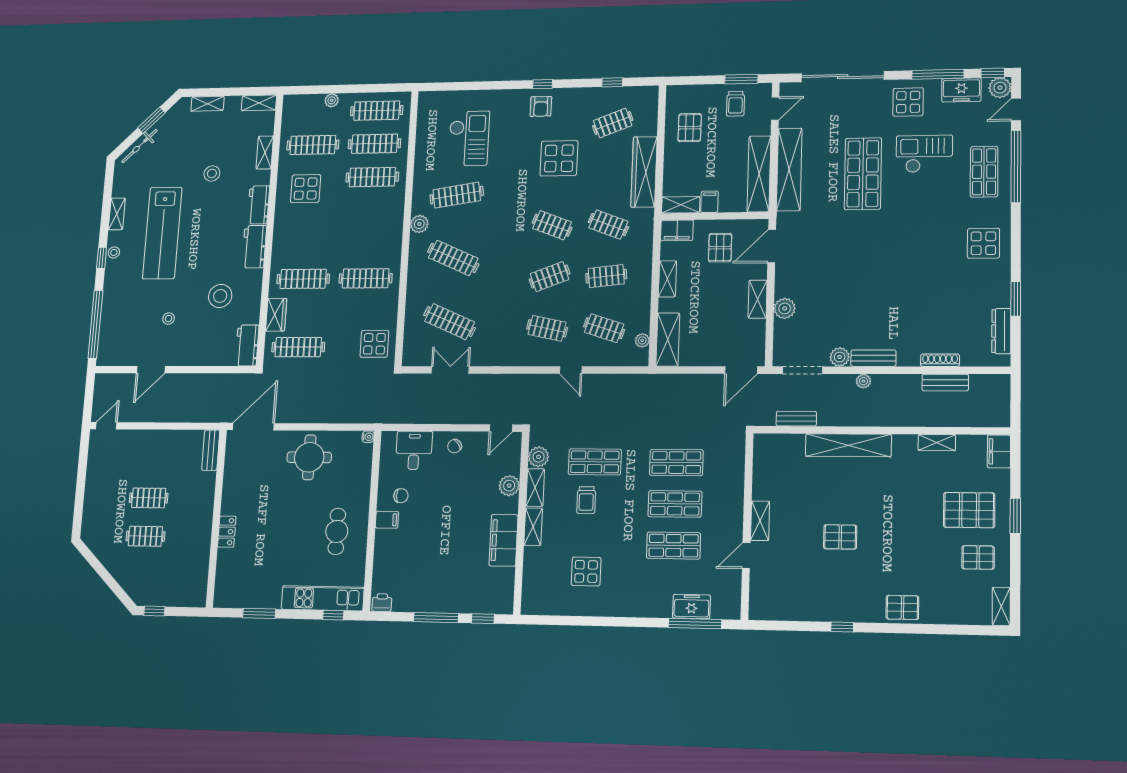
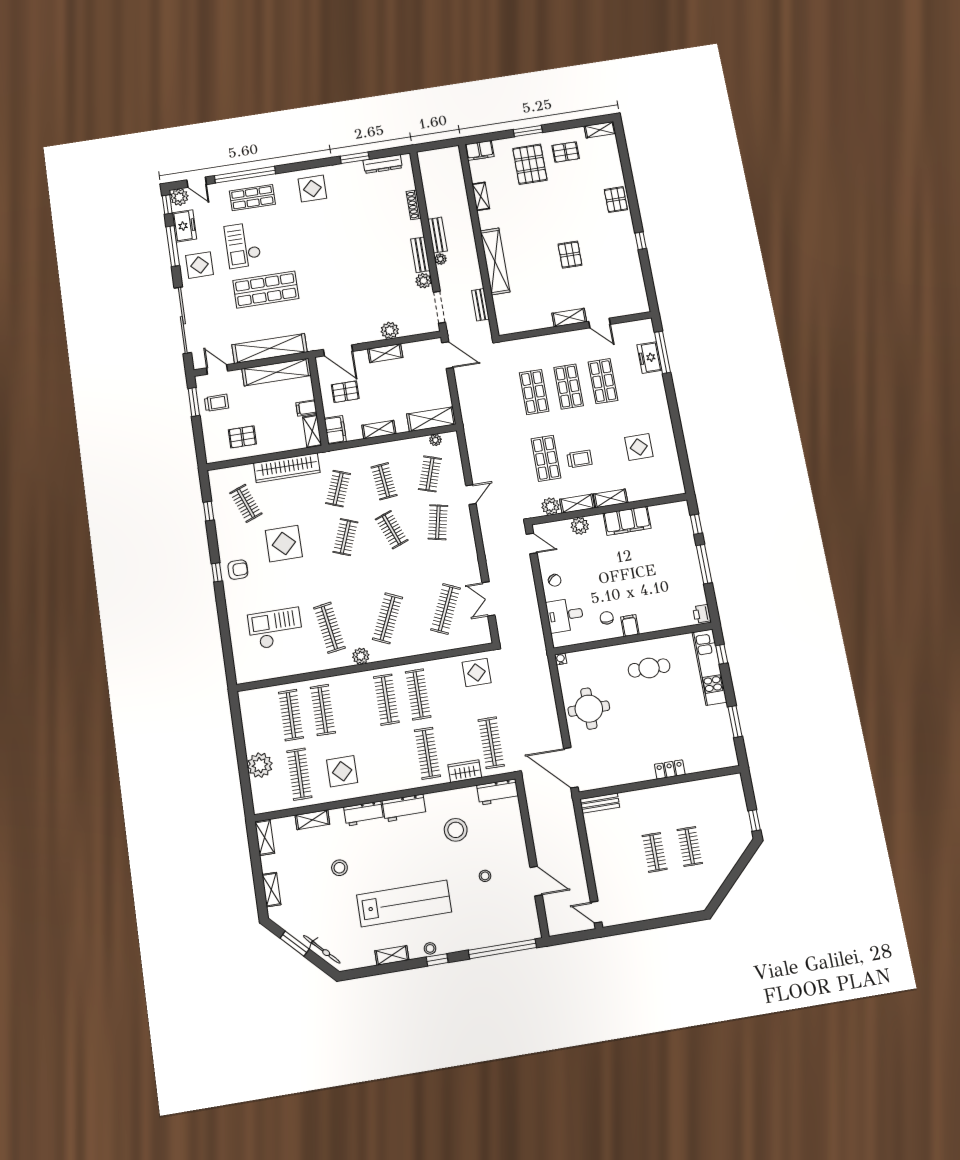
plant: (332, 100) -> (260, 765), width x1.88, depth x1.88
clothes rail: (377, 111) -> (386, 700), moved
bench: (945, 382) -> (437, 235), moved
pallet: (978, 557) -> (566, 152), turned 90

